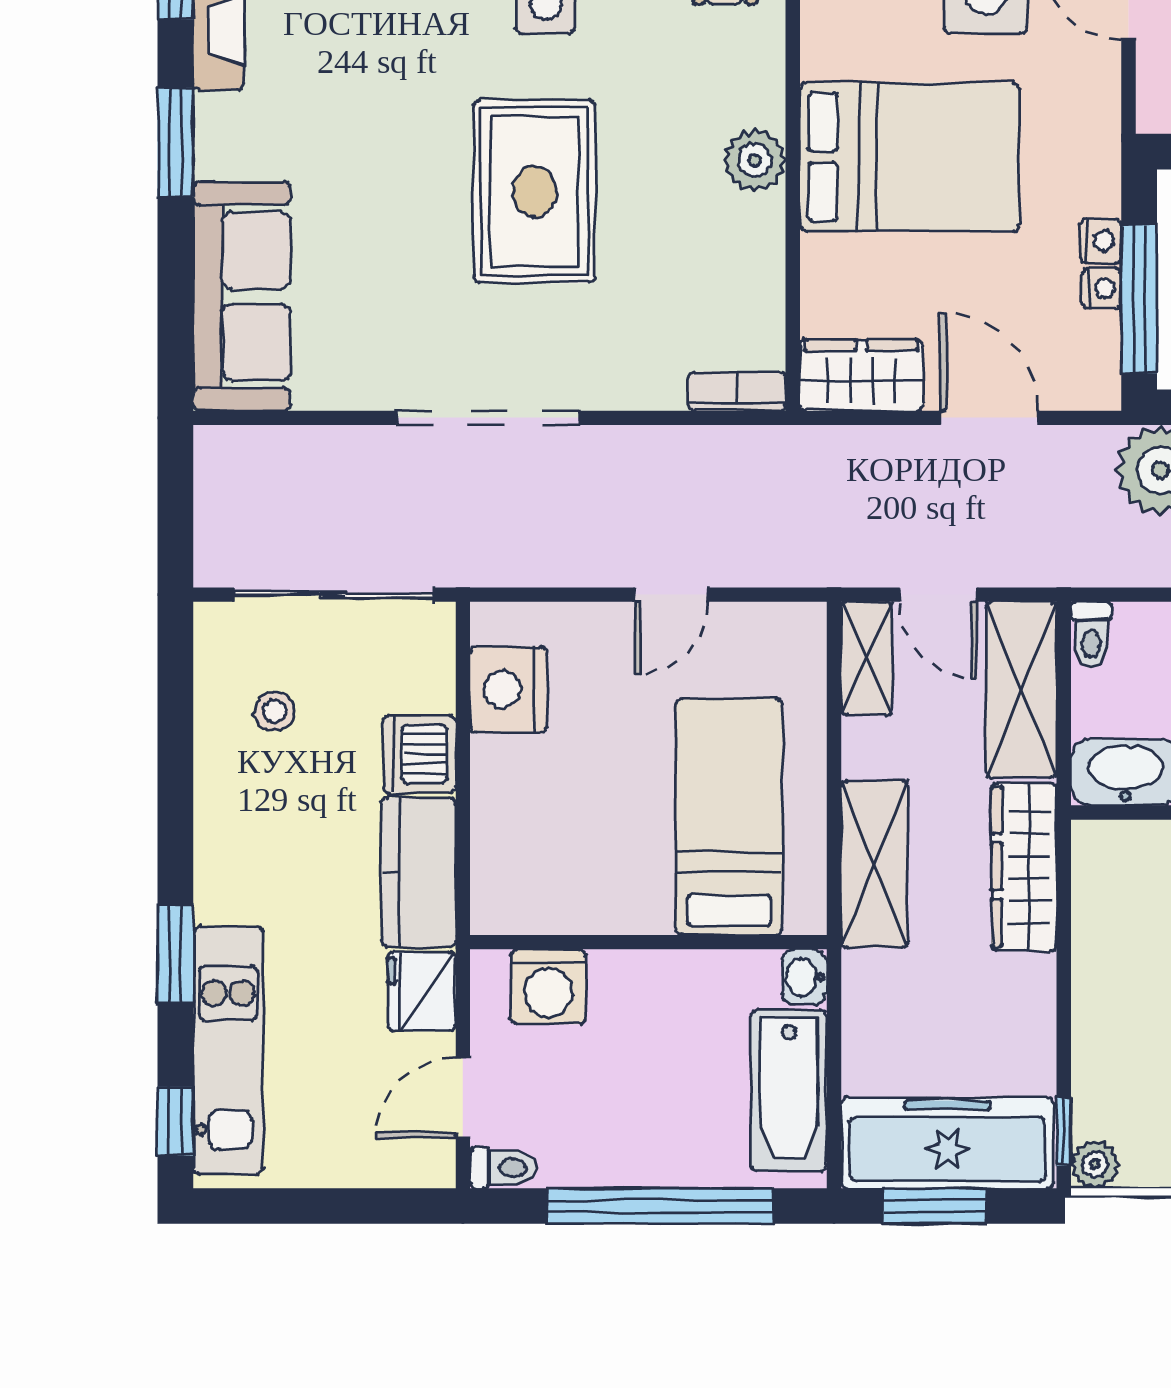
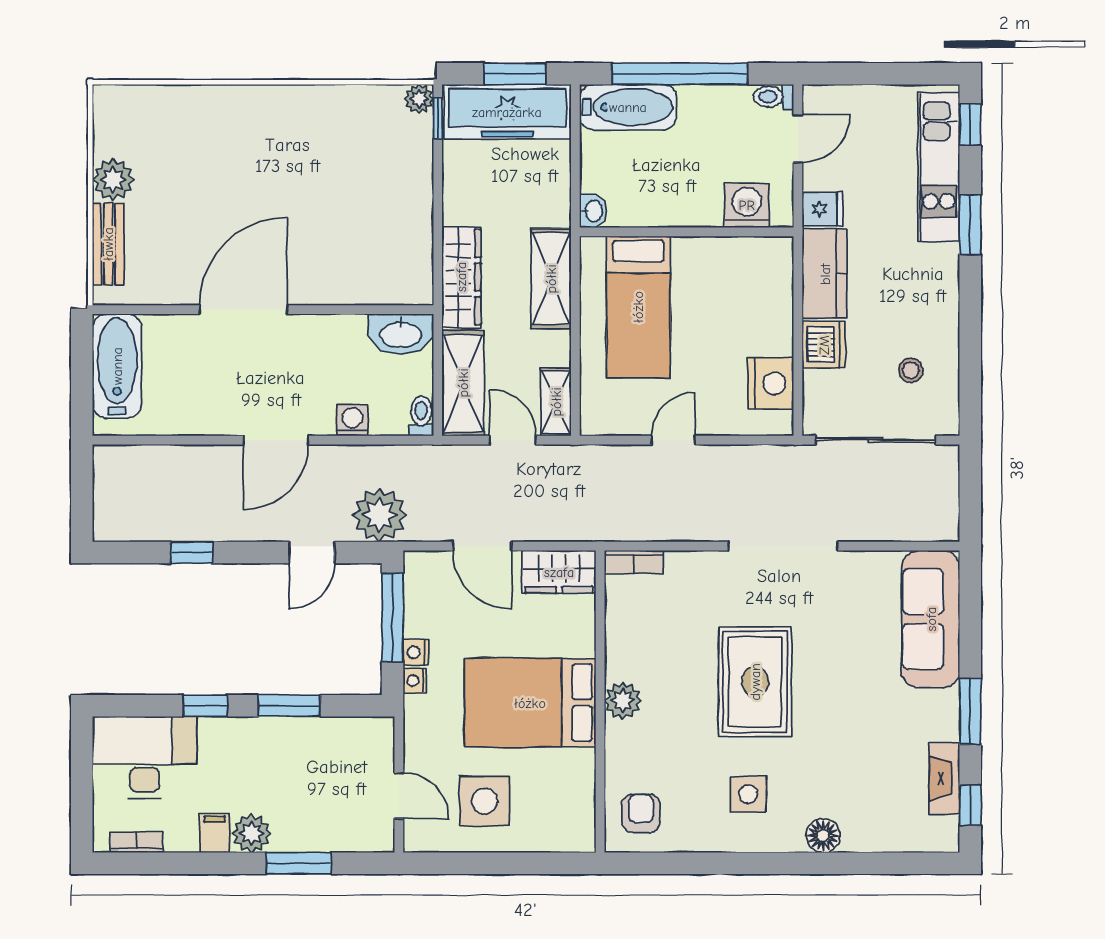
nightstand: (1102, 288) -> (415, 681), moved
fridge: (422, 991) -> (823, 209), width x0.72
bathtub: (789, 1090) -> (628, 107), moved, turned 90

